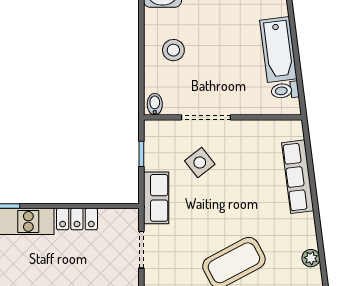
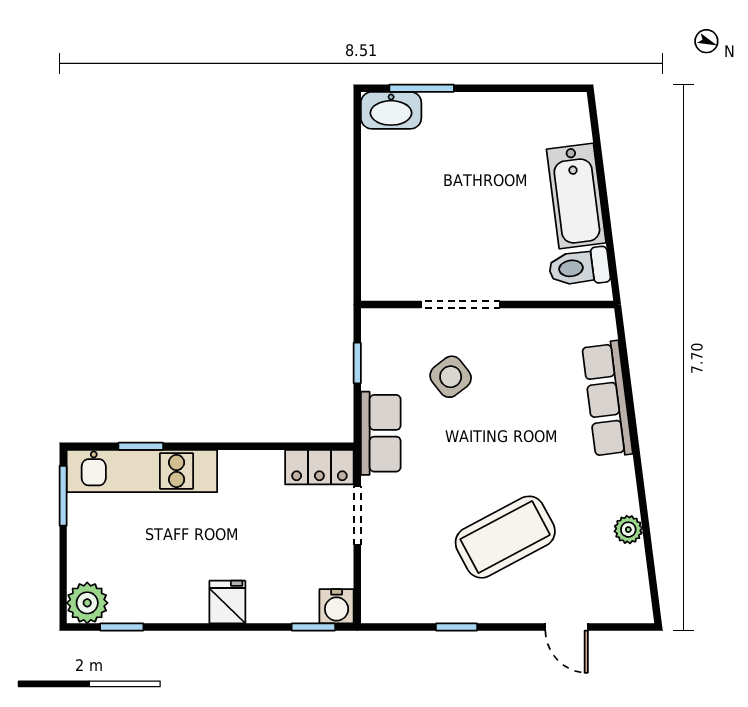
stool: (173, 50) -> (408, 197), removed
toilet: (285, 90) -> (579, 267), width x1.37, depth x1.39
bidet: (155, 104) -> (379, 283), removed
locker: (77, 219) -> (319, 467), moved

